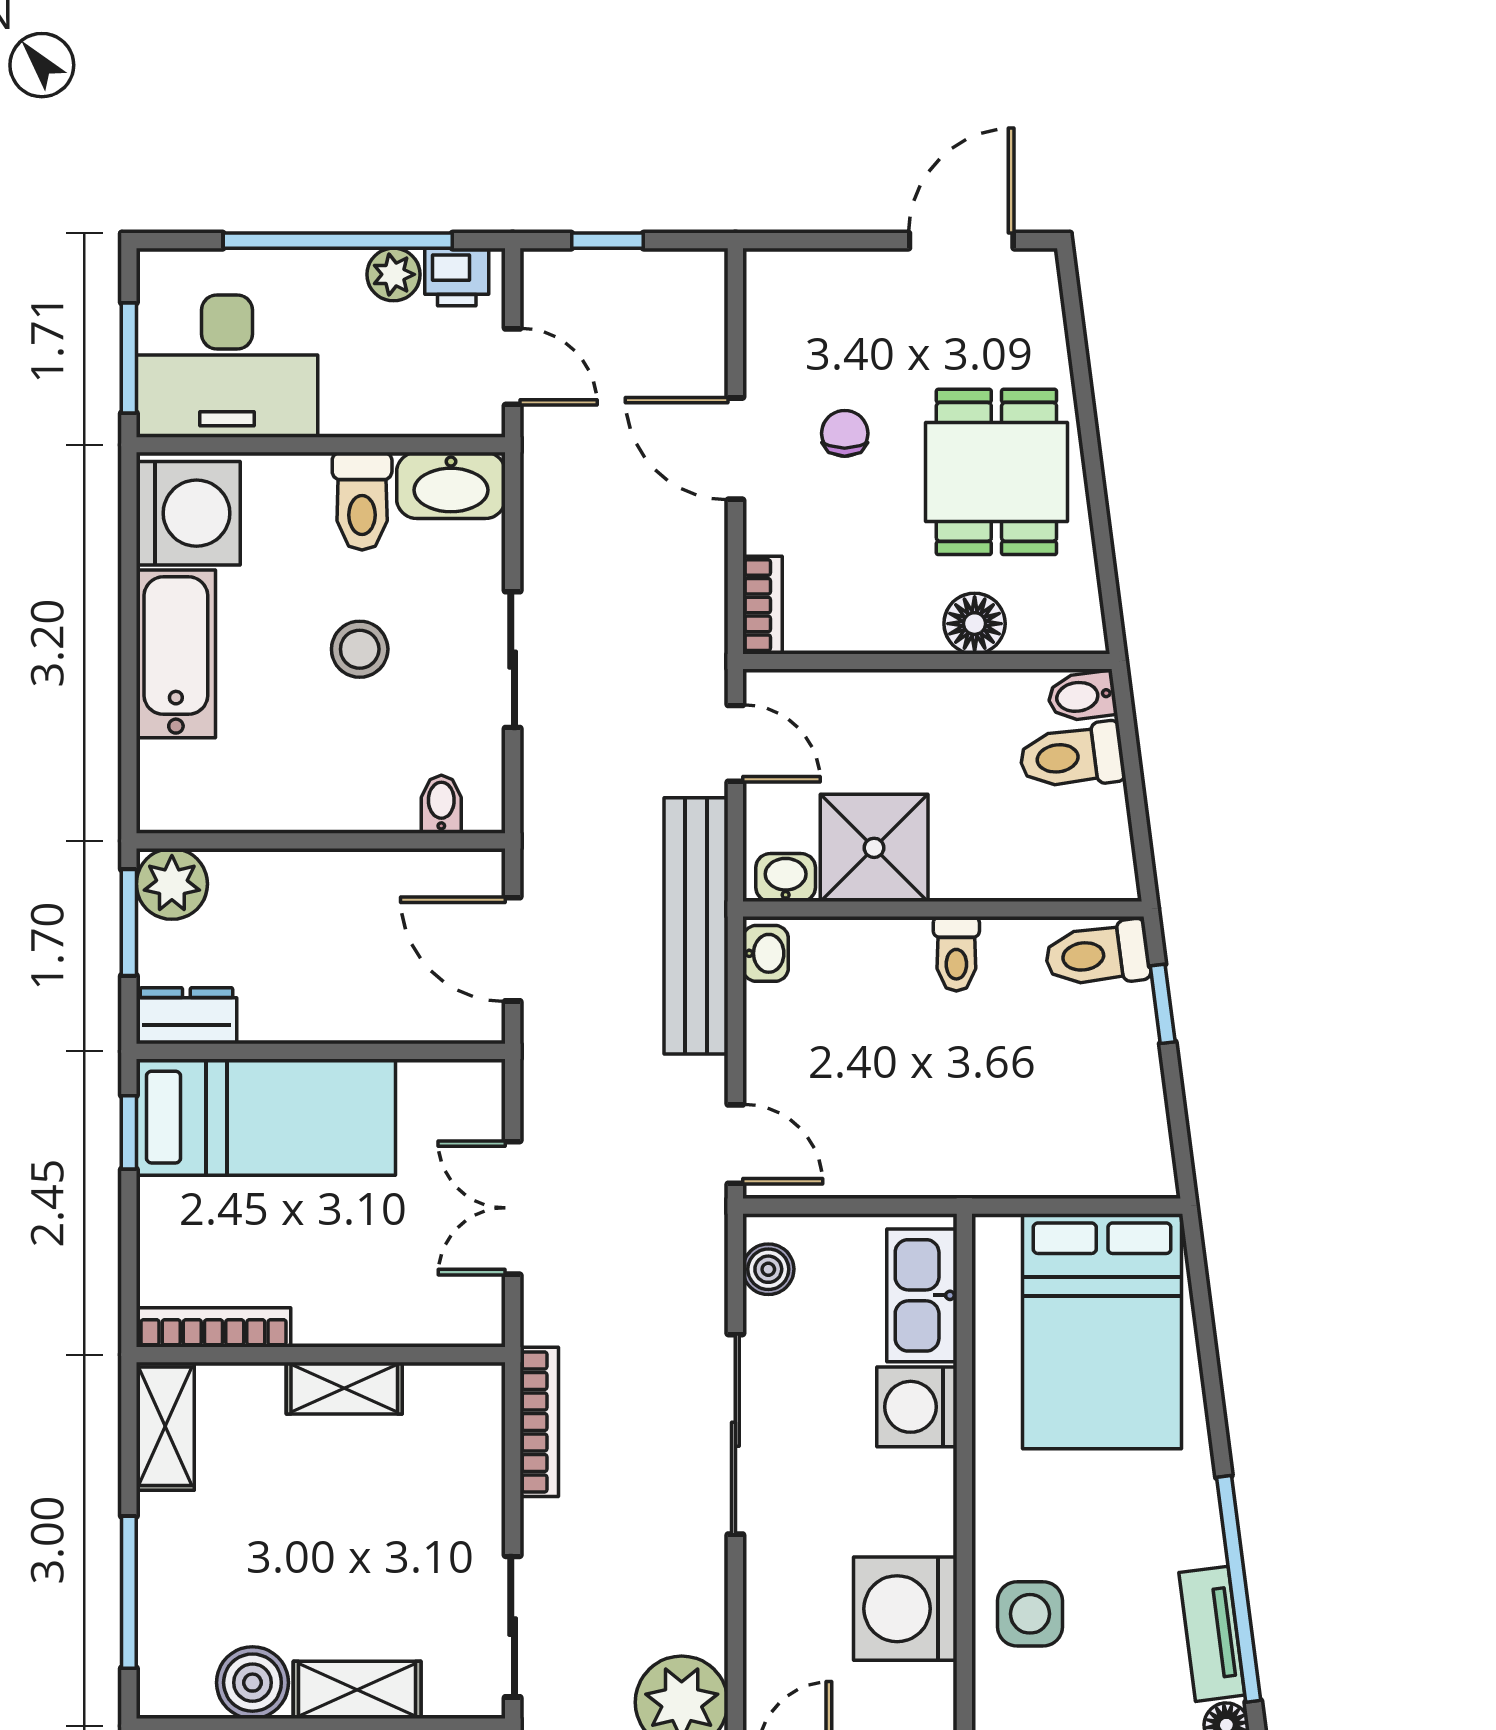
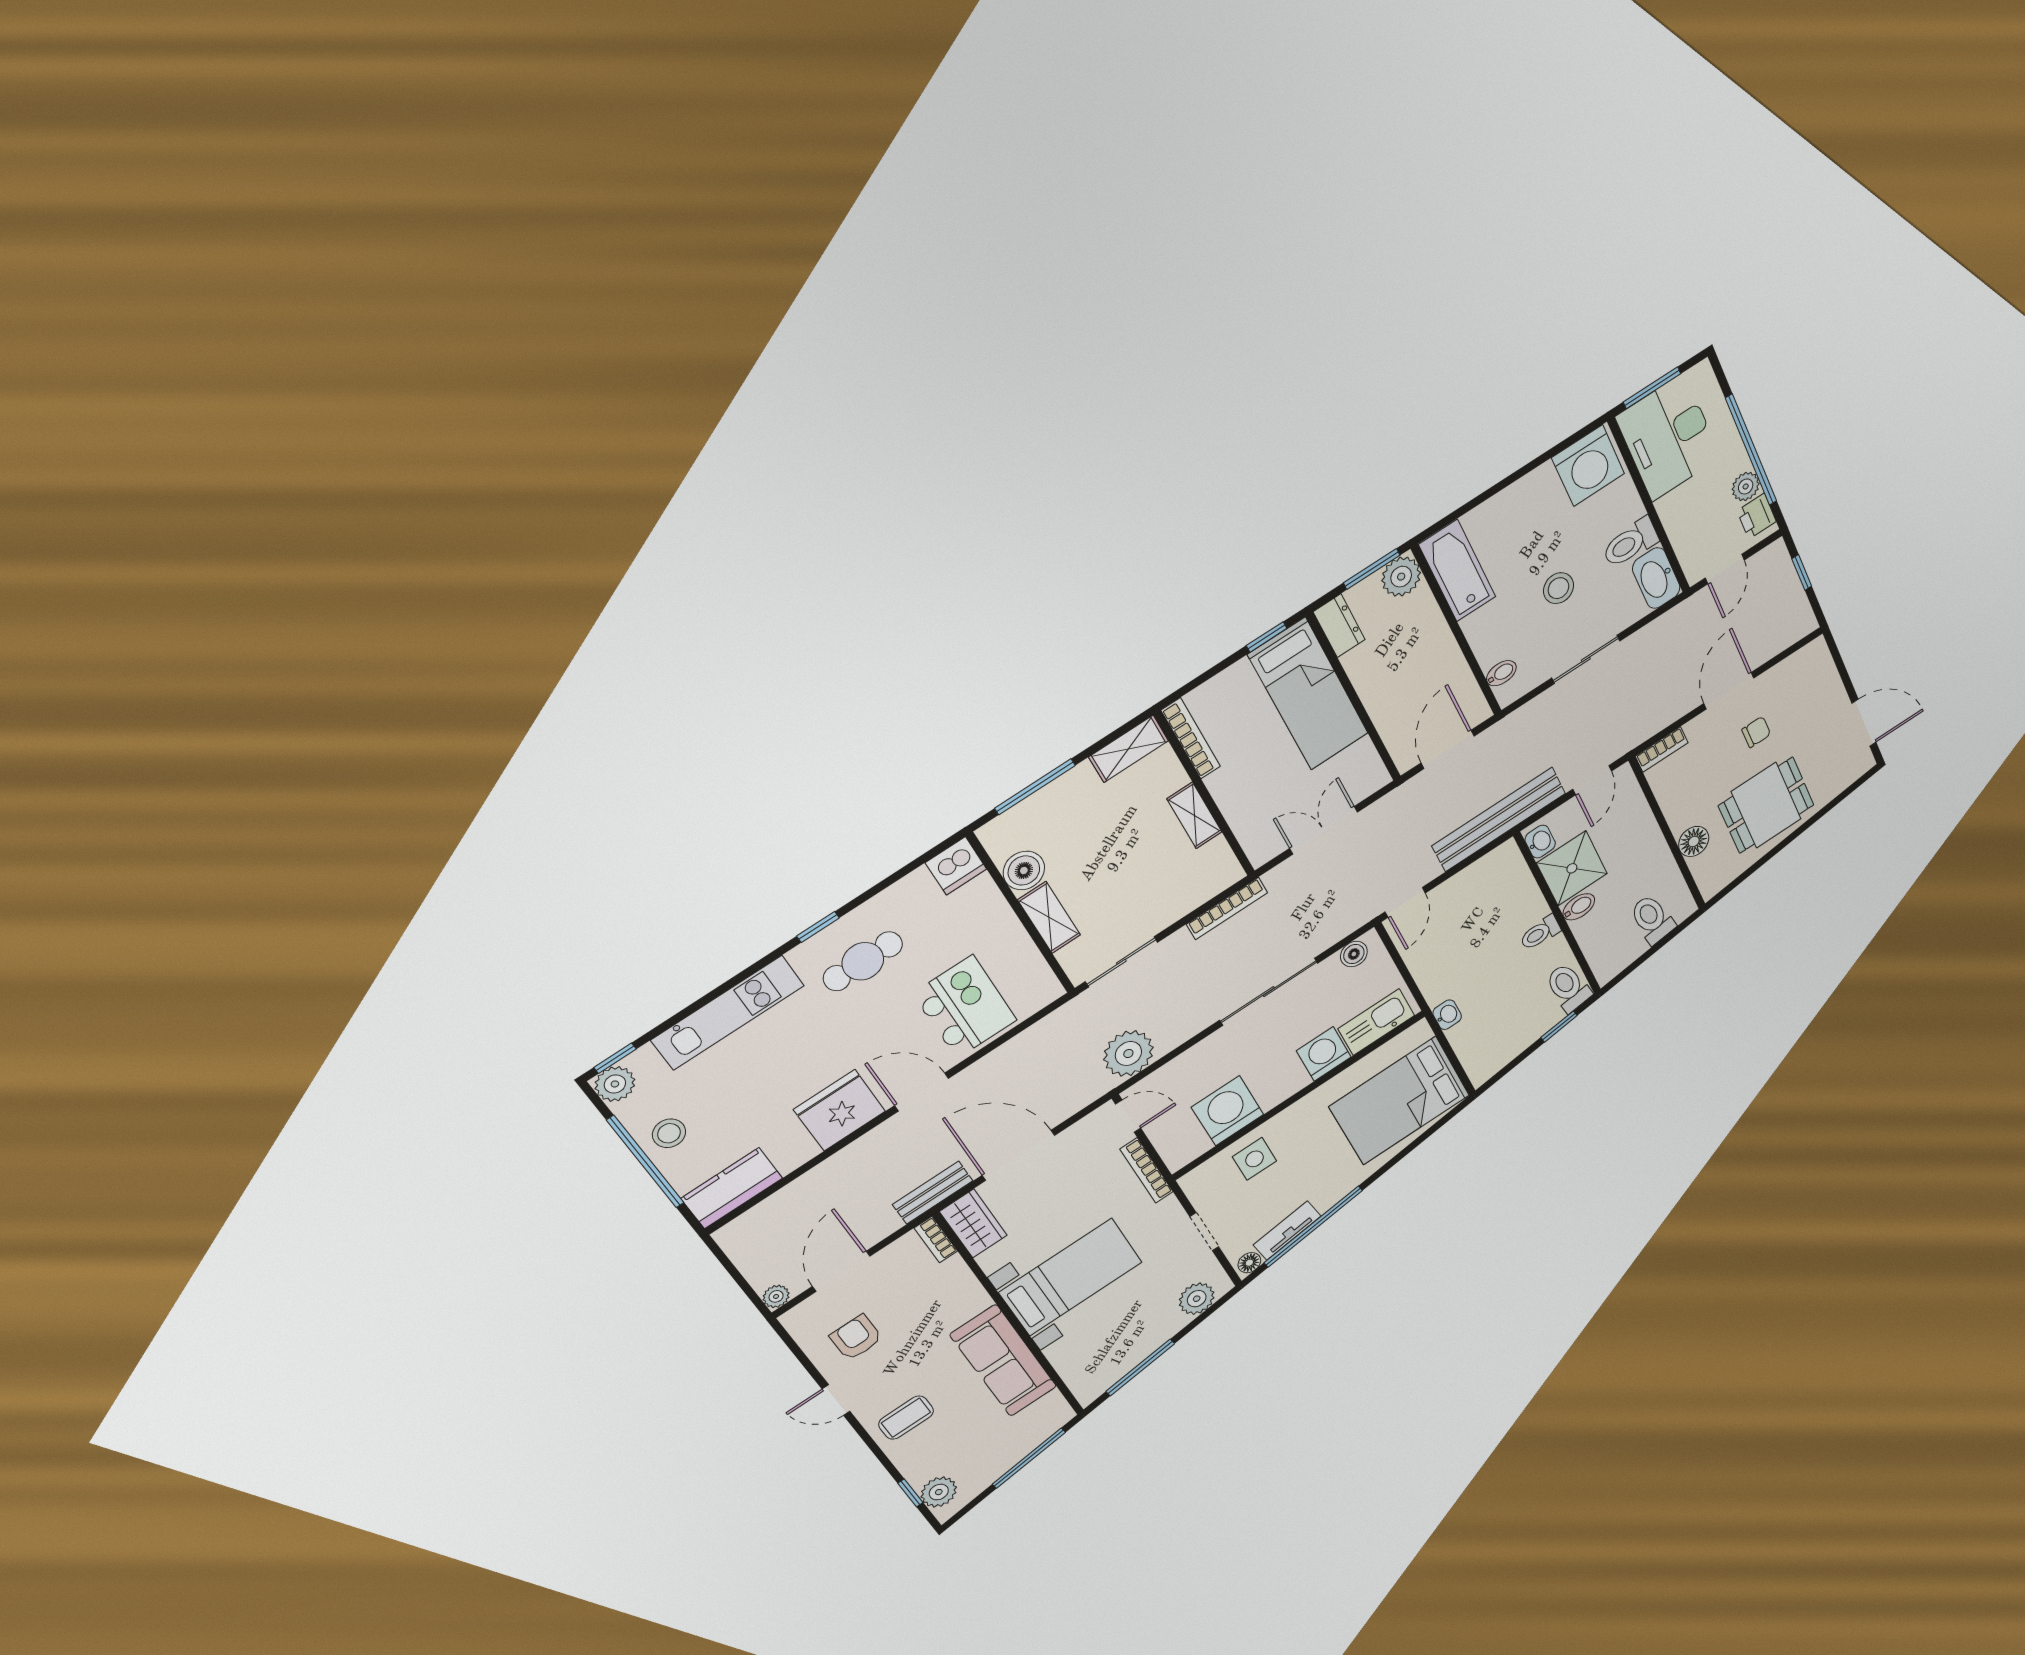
bathtub: (176, 654) -> (1457, 571), moved, turned -90
bidet: (1082, 696) -> (1579, 907), moved, turned 97
washbasin: (766, 953) -> (1447, 1015), moved, turned -90

